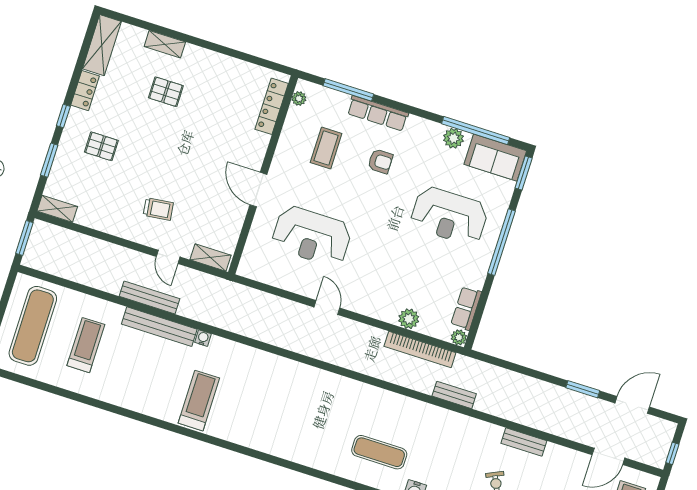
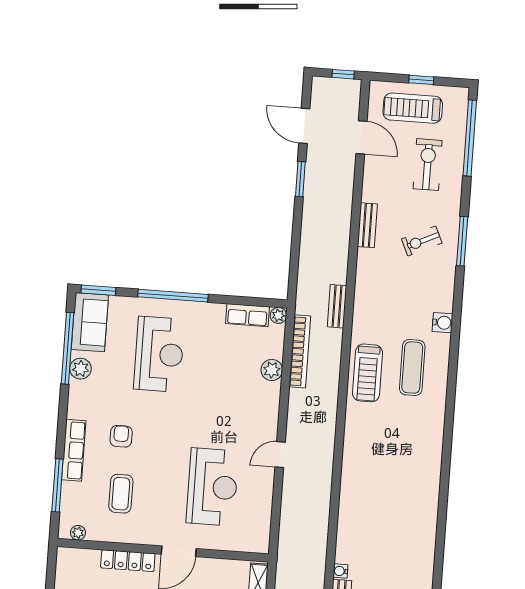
locker: (272, 106) -> (128, 561), moved
coffee table: (326, 148) -> (121, 494), turned 90
treadmill: (199, 401) -> (367, 373), moved, turned -90

